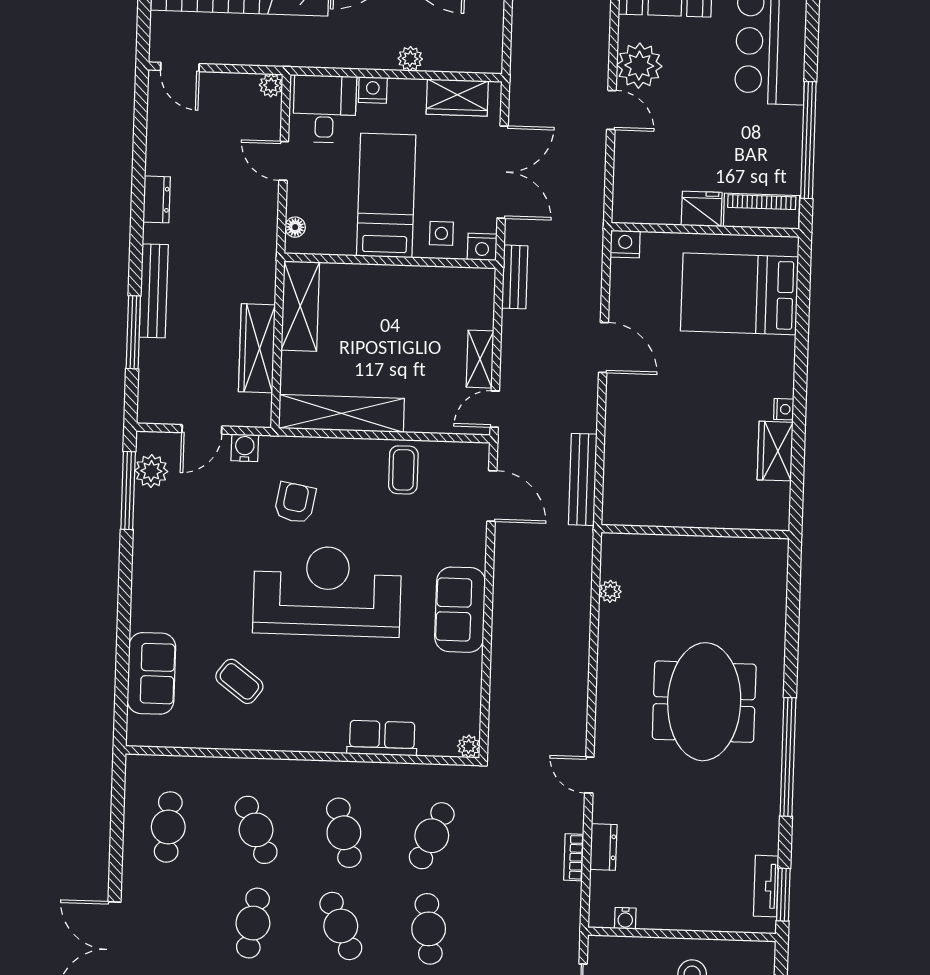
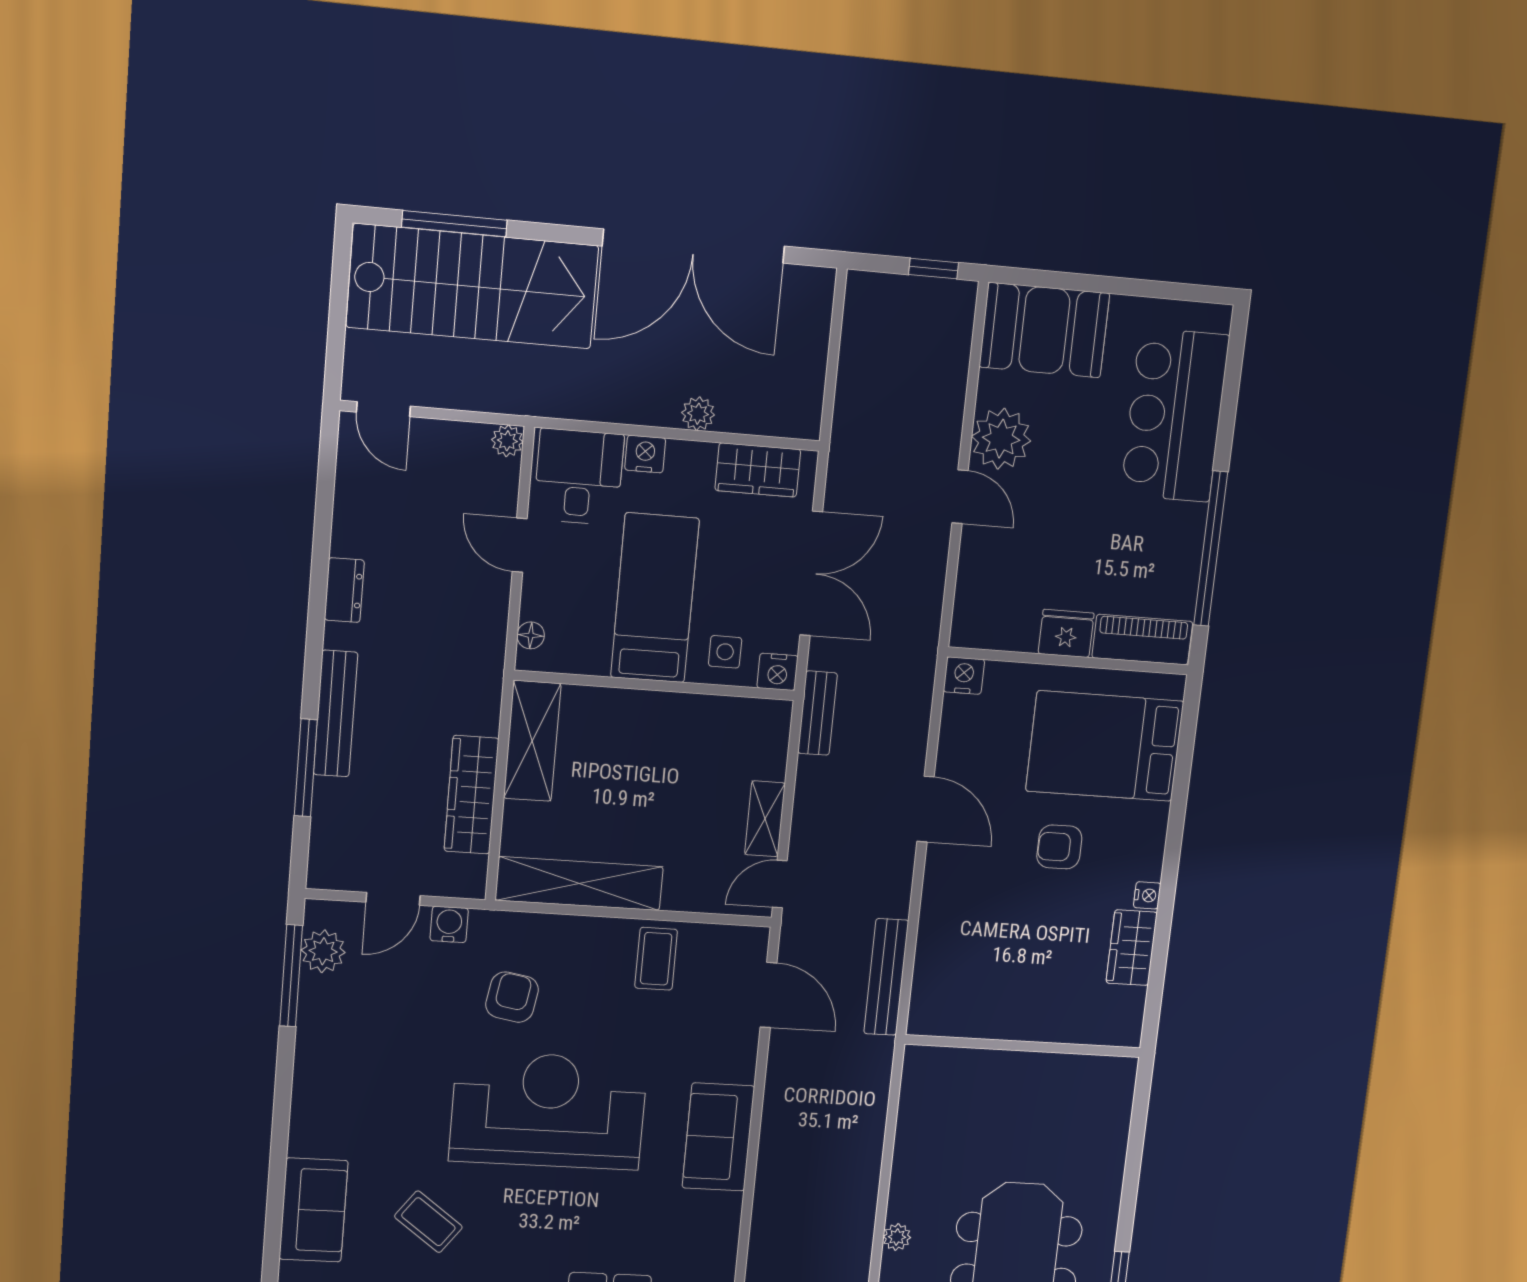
armchair: (711, 373) -> (1059, 847), added
plant: (610, 591) -> (897, 1237), moved

